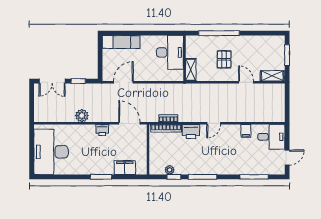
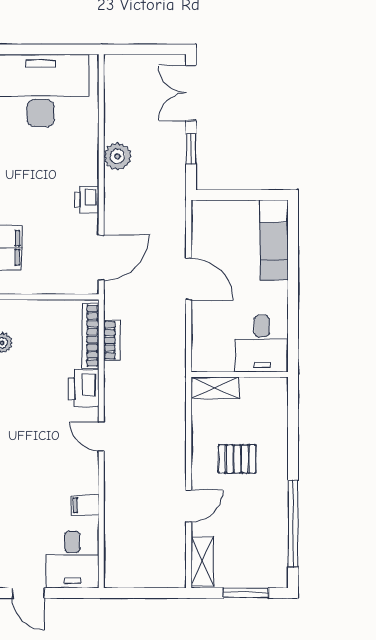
window: (219, 33) -> (293, 524), moved
desk: (170, 52) -> (262, 344), width x0.73
door: (123, 82) -> (189, 279), moved

